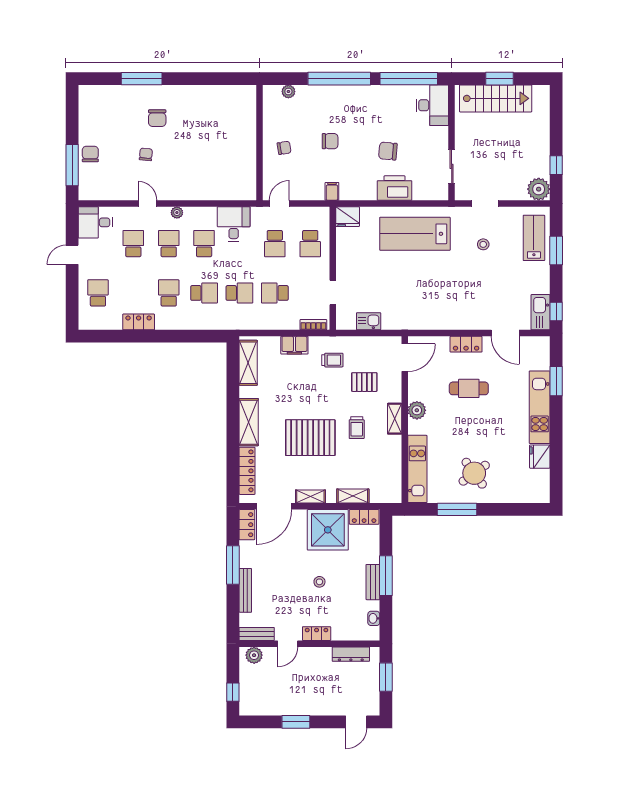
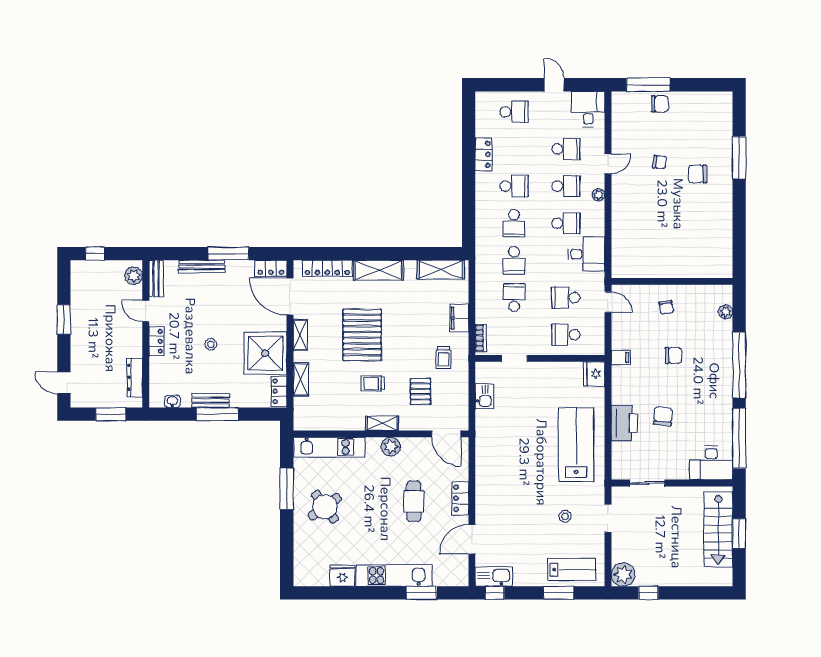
chair: (330, 141) -> (673, 355), turned -90

